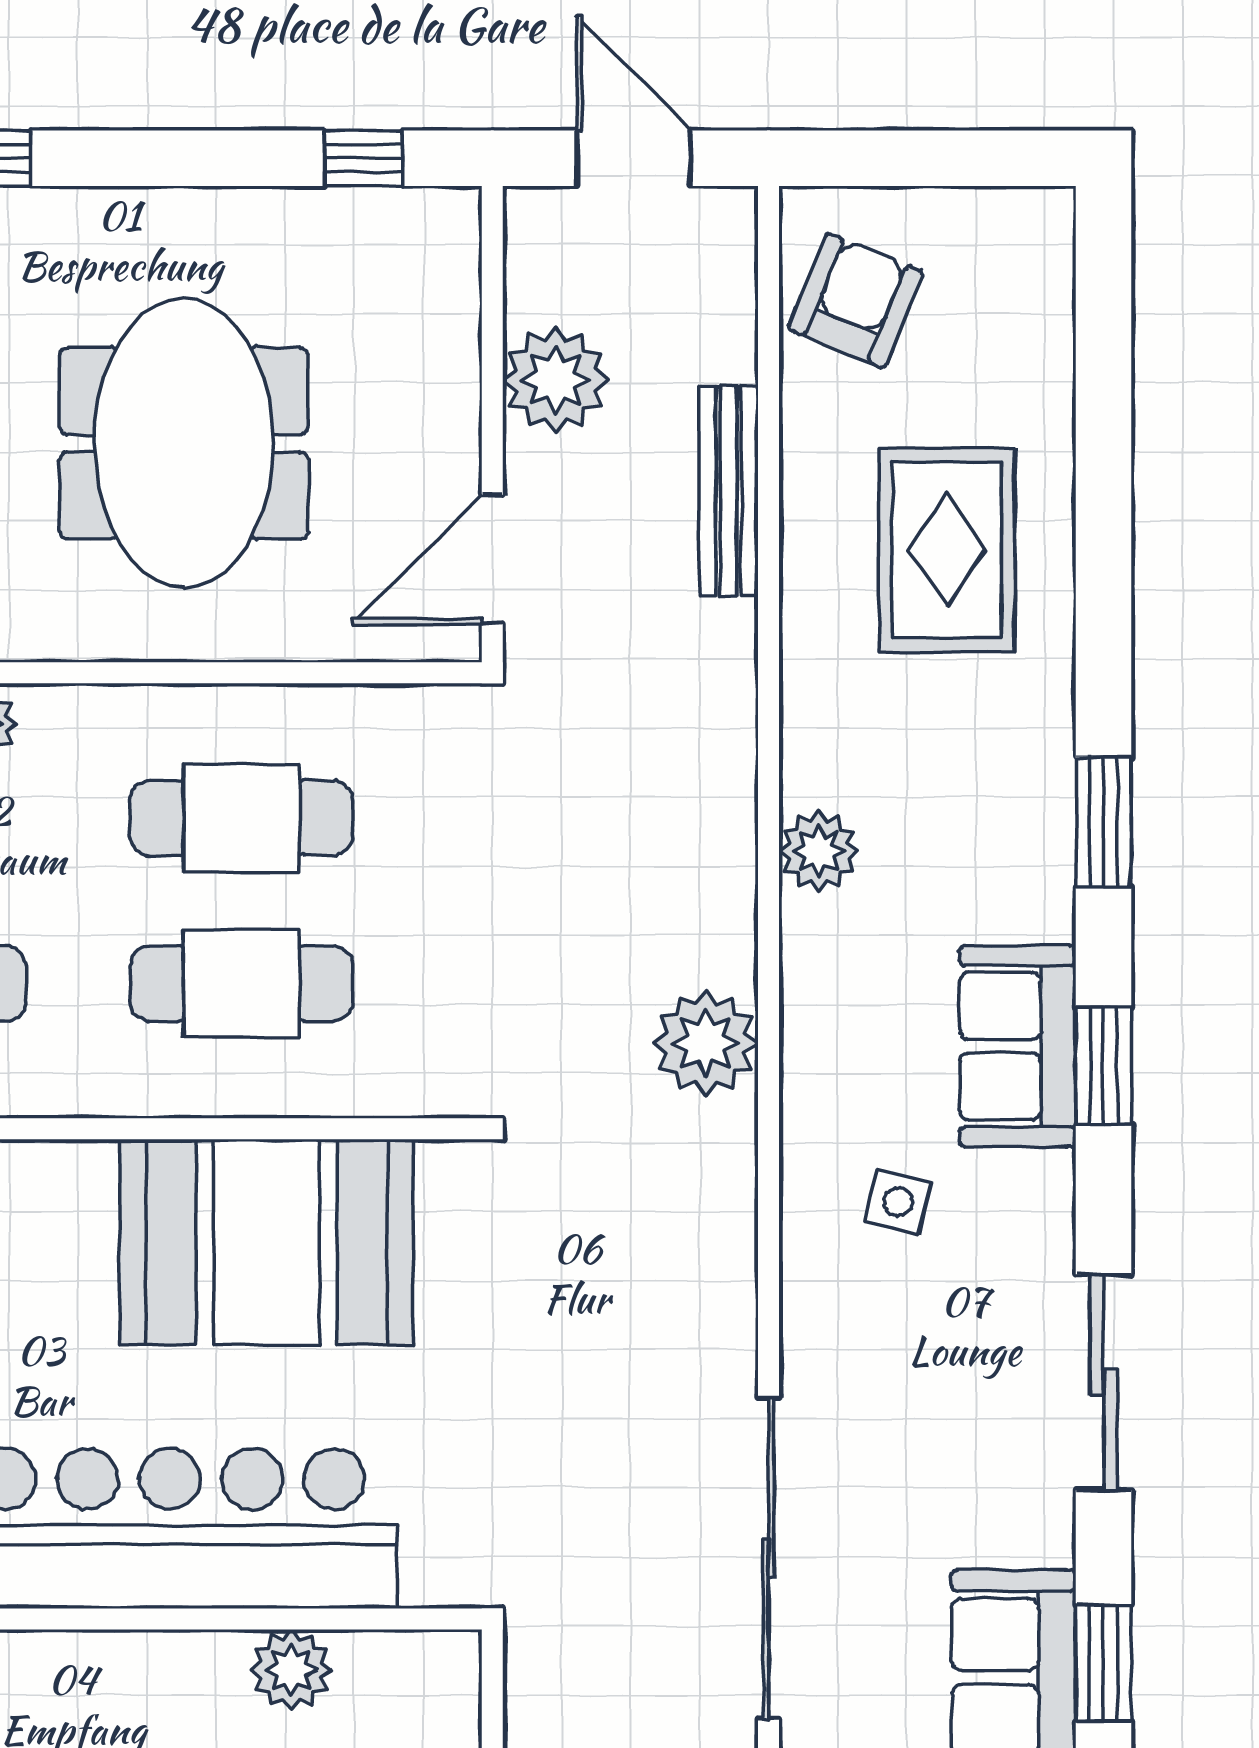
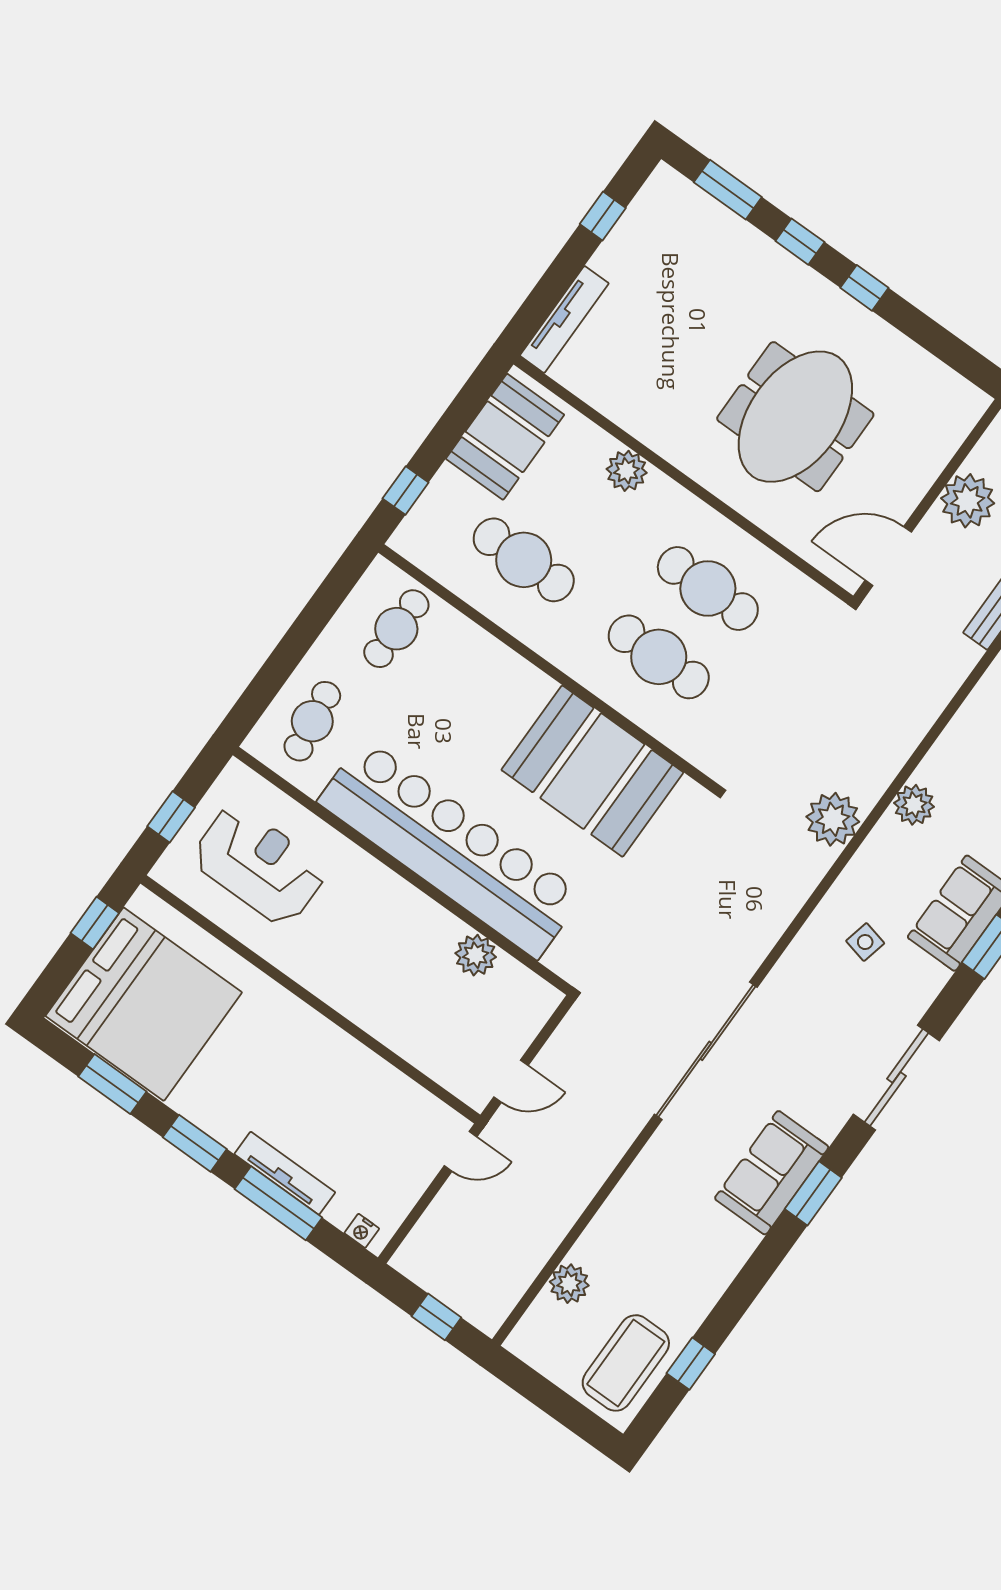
window: (363, 158) -> (864, 288), moved
plant: (819, 851) -> (914, 805), moved

